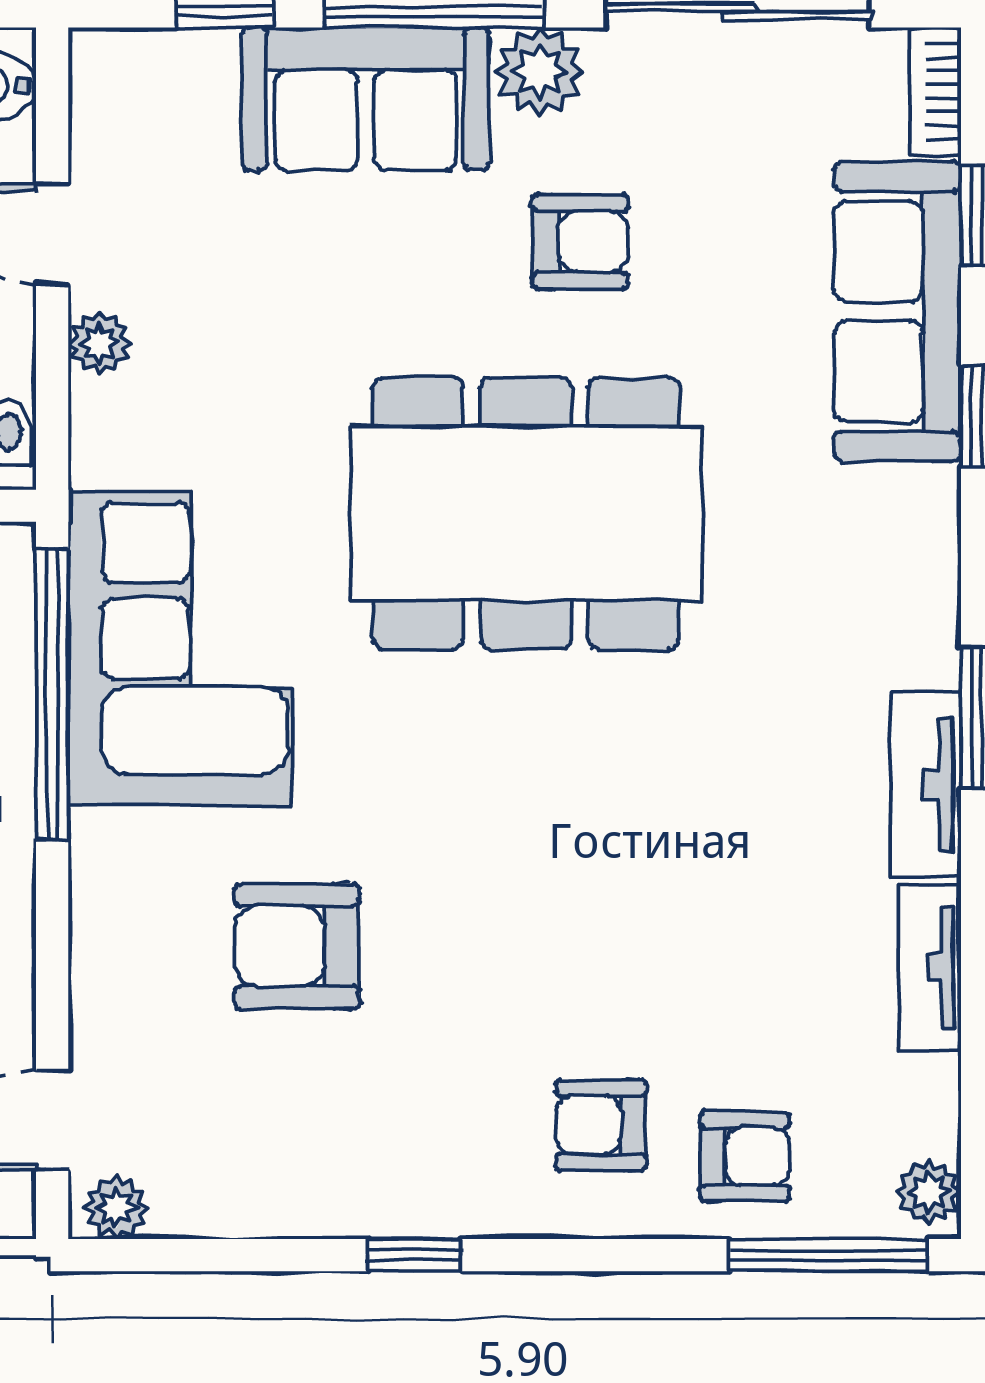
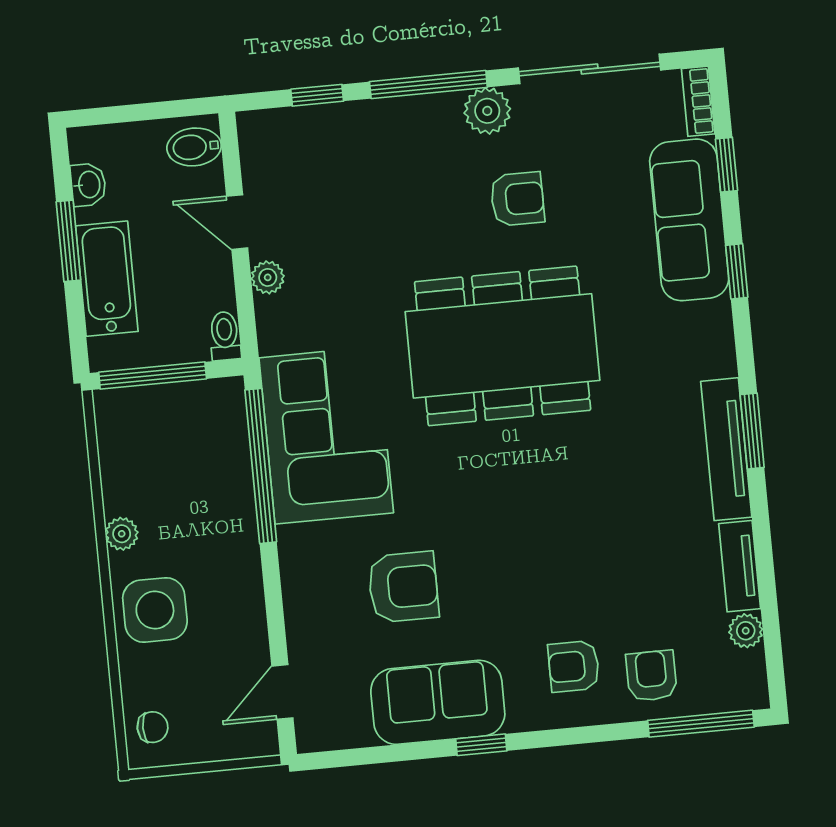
sofa: (366, 99) -> (438, 702), moved, turned 180
tv unit: (925, 785) -> (726, 449), width x1.41
armchair: (297, 946) -> (403, 587), turned 180
armchair: (745, 1157) -> (651, 676), turned -90
plant: (929, 1192) -> (746, 631), moved
plant: (116, 1208) -> (321, 735), removed

